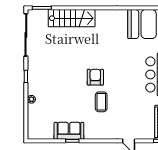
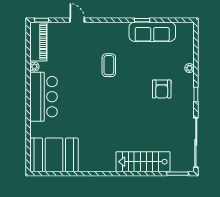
armchair: (95, 77) -> (162, 89), moved
sofa: (69, 131) -> (152, 32), width x1.36

